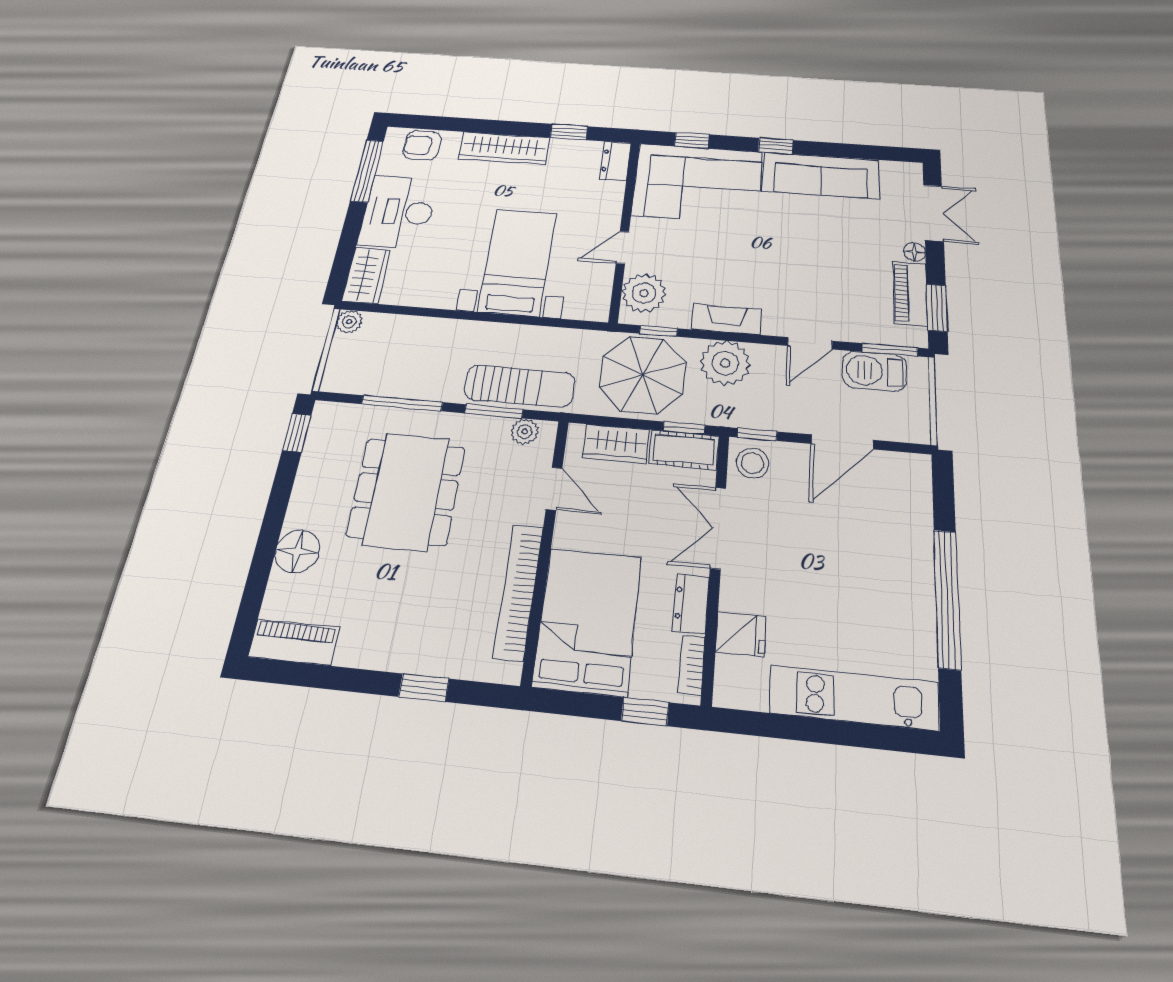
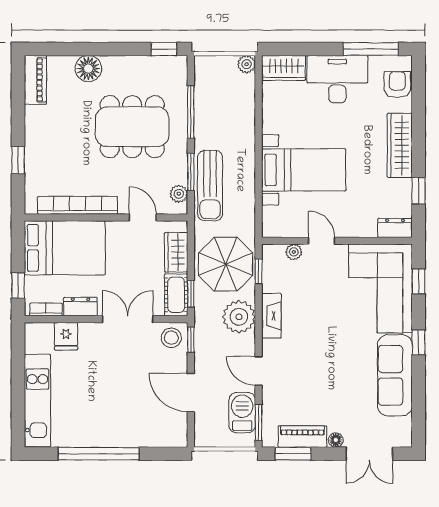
plant: (644, 293) -> (294, 252), width x0.53, depth x0.53
door: (554, 489) -> (143, 217), swing flipped

